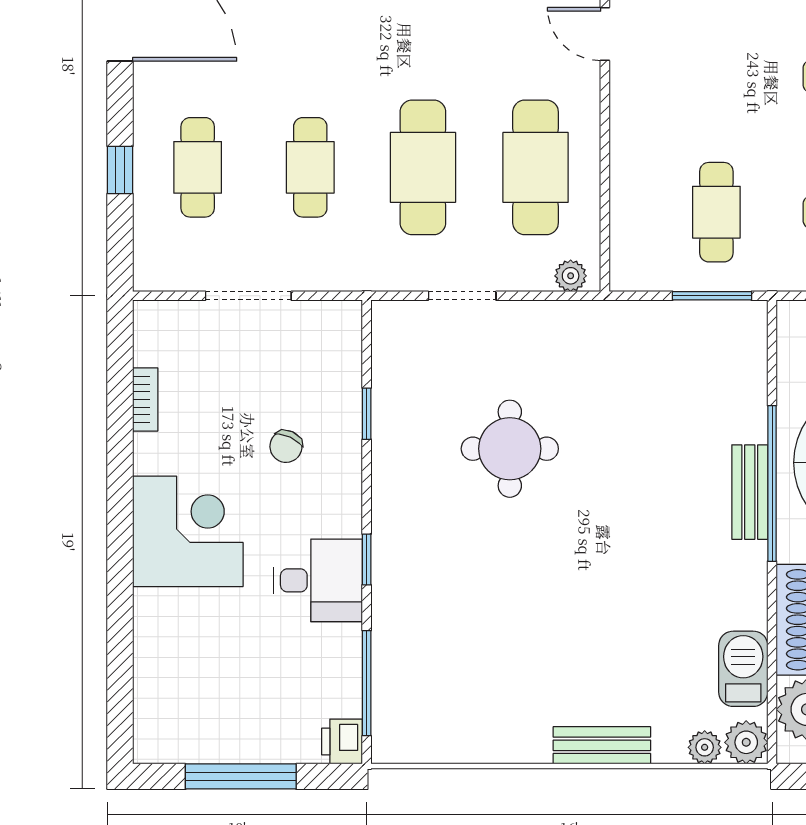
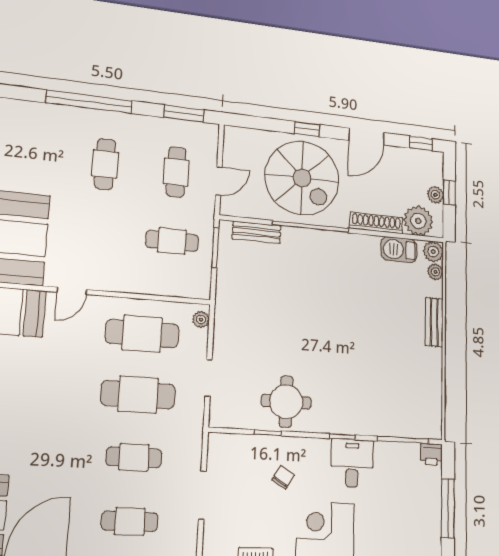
chair: (286, 446) -> (283, 477), turned -84
round table: (510, 449) -> (286, 402), moved
bench: (750, 492) -> (256, 232), moved

